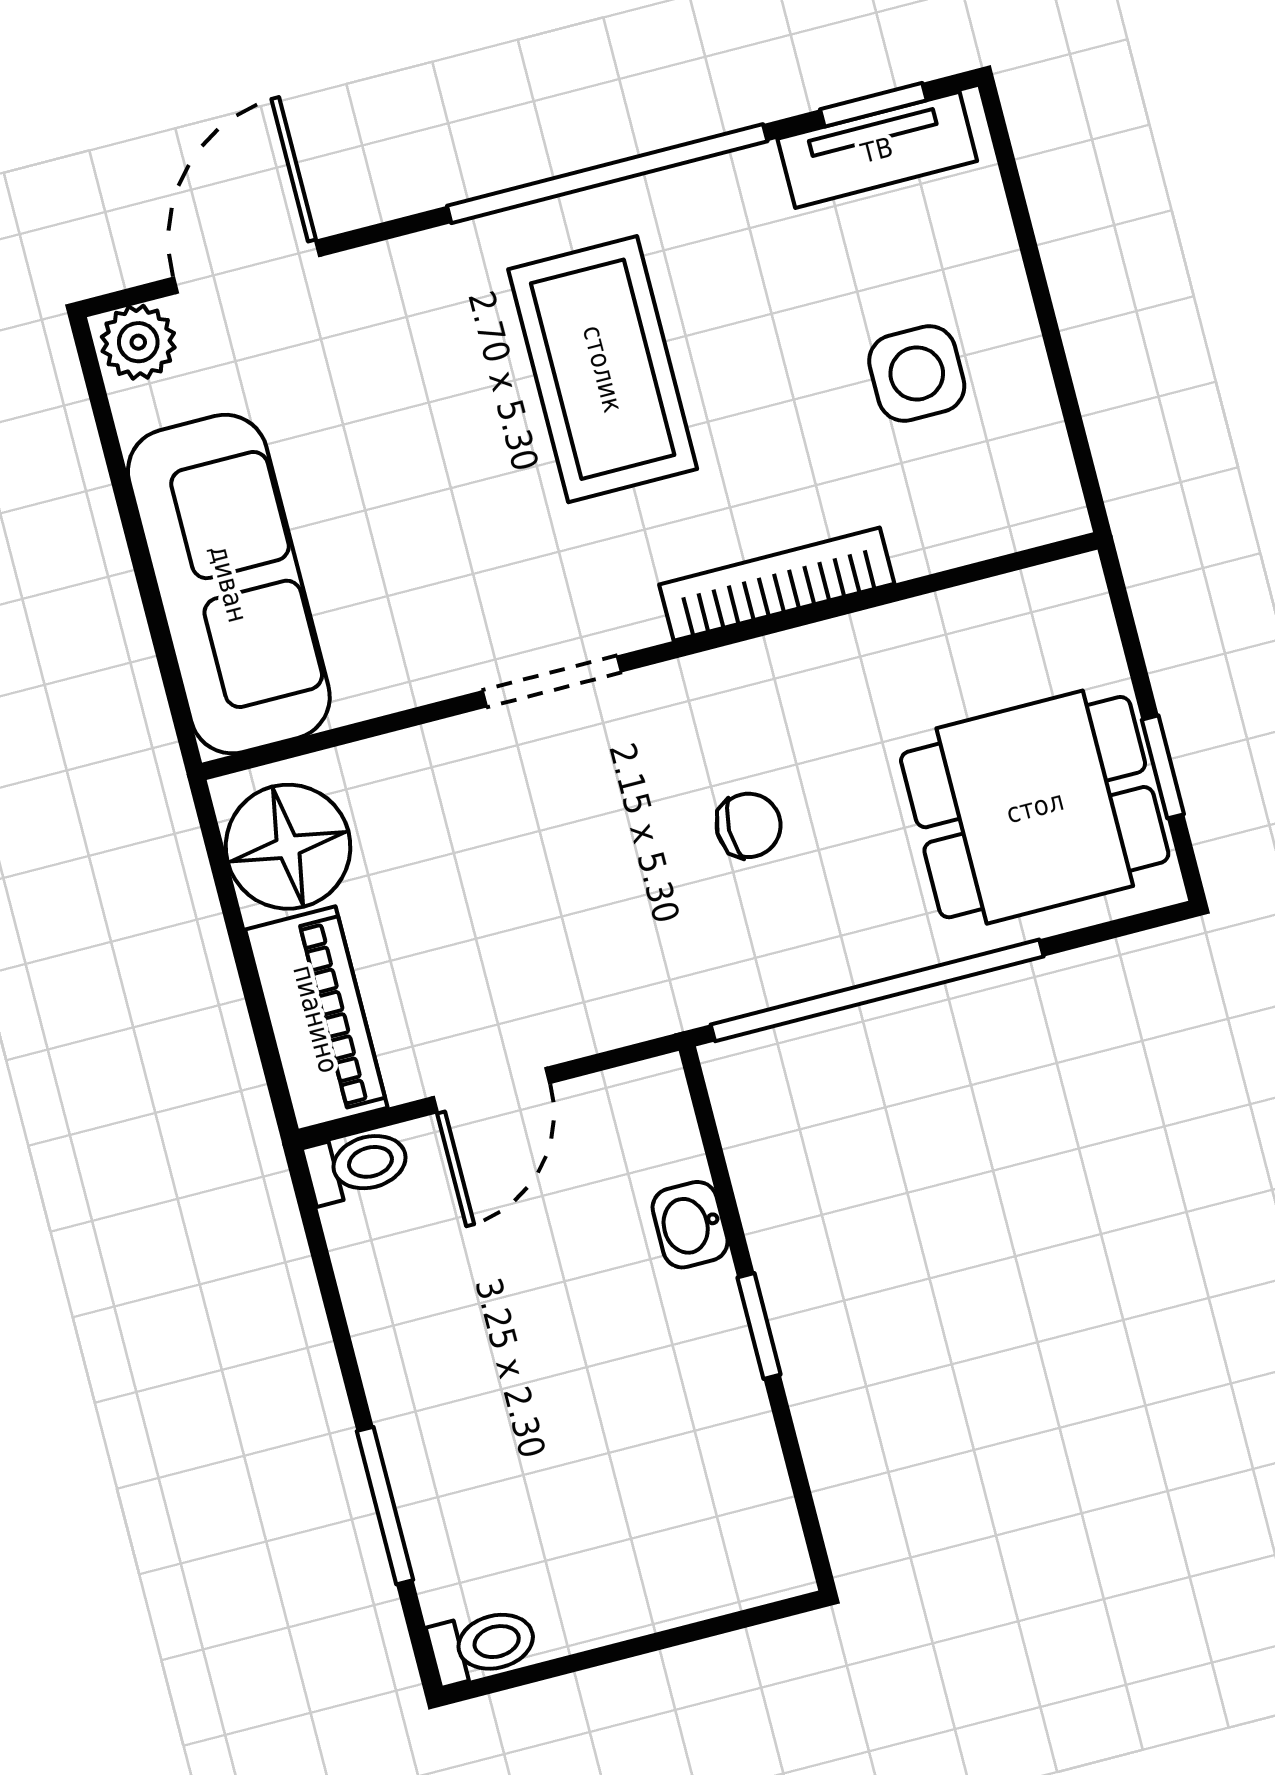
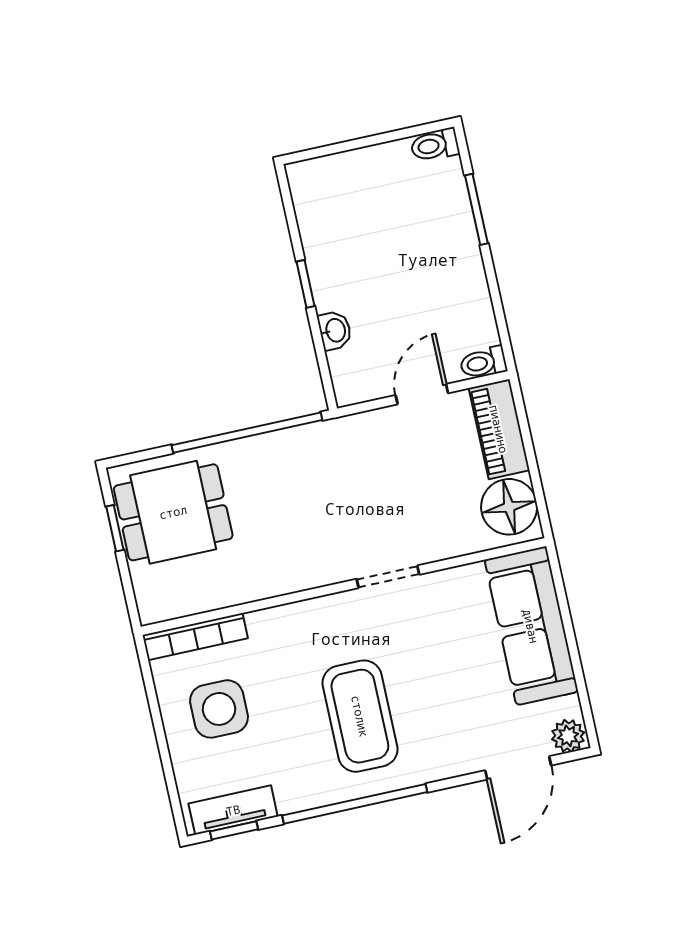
side table: (917, 373) -> (219, 709), width x1.37, depth x1.37
bookcase: (777, 584) -> (195, 637), moved
chair: (749, 825) -> (302, 509), removed

